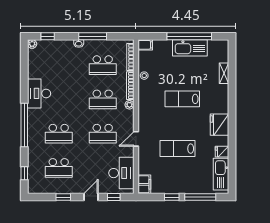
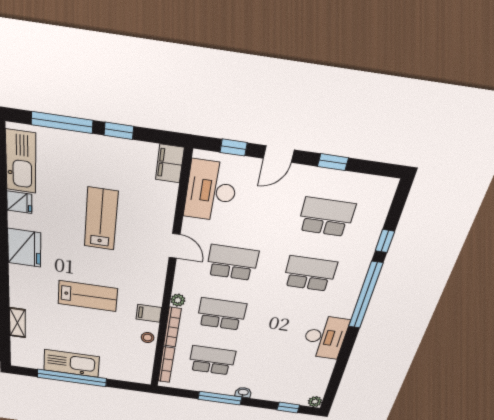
filing cabinet: (145, 45) -> (149, 313), moved
door: (136, 139) -> (174, 246), hinge flipped
lab bench: (178, 149) -> (101, 219), turned -90
window: (24, 173) -> (385, 241), moved

